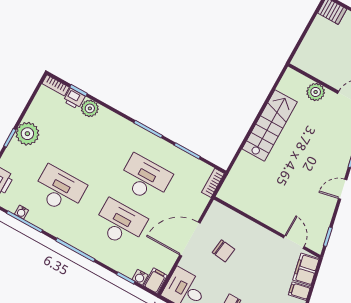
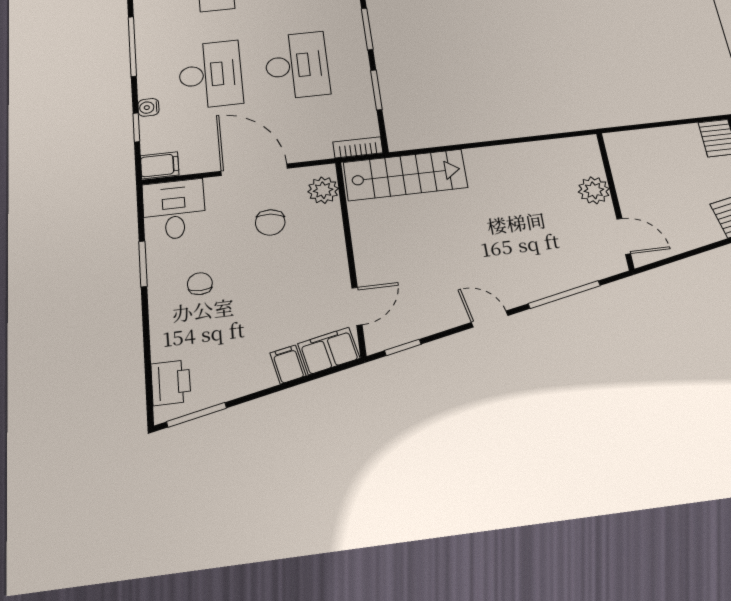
stairs: (270, 125) -> (405, 175), moved
plant: (224, 215) -> (323, 190), added
water cooler: (140, 277) -> (148, 107), moved

